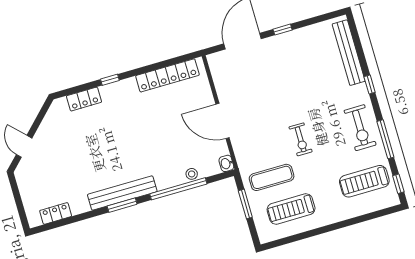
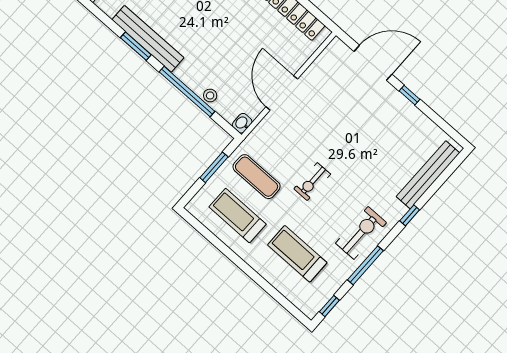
exercise bike: (360, 128) -> (361, 233), turned 180
treadmill: (364, 181) -> (297, 254), moved

